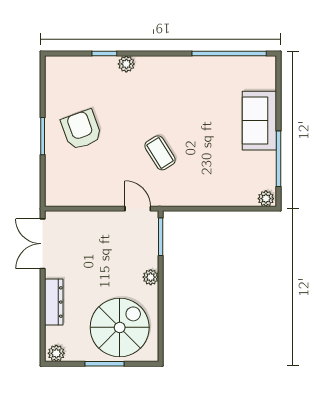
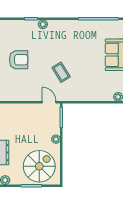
armchair: (81, 130) -> (19, 60), turned 110

